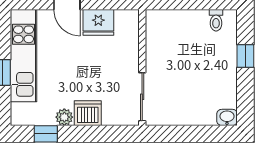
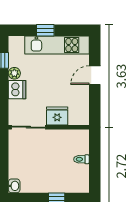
toilet: (216, 20) -> (81, 159), moved
fridge: (98, 22) -> (57, 116), moved, turned 90

